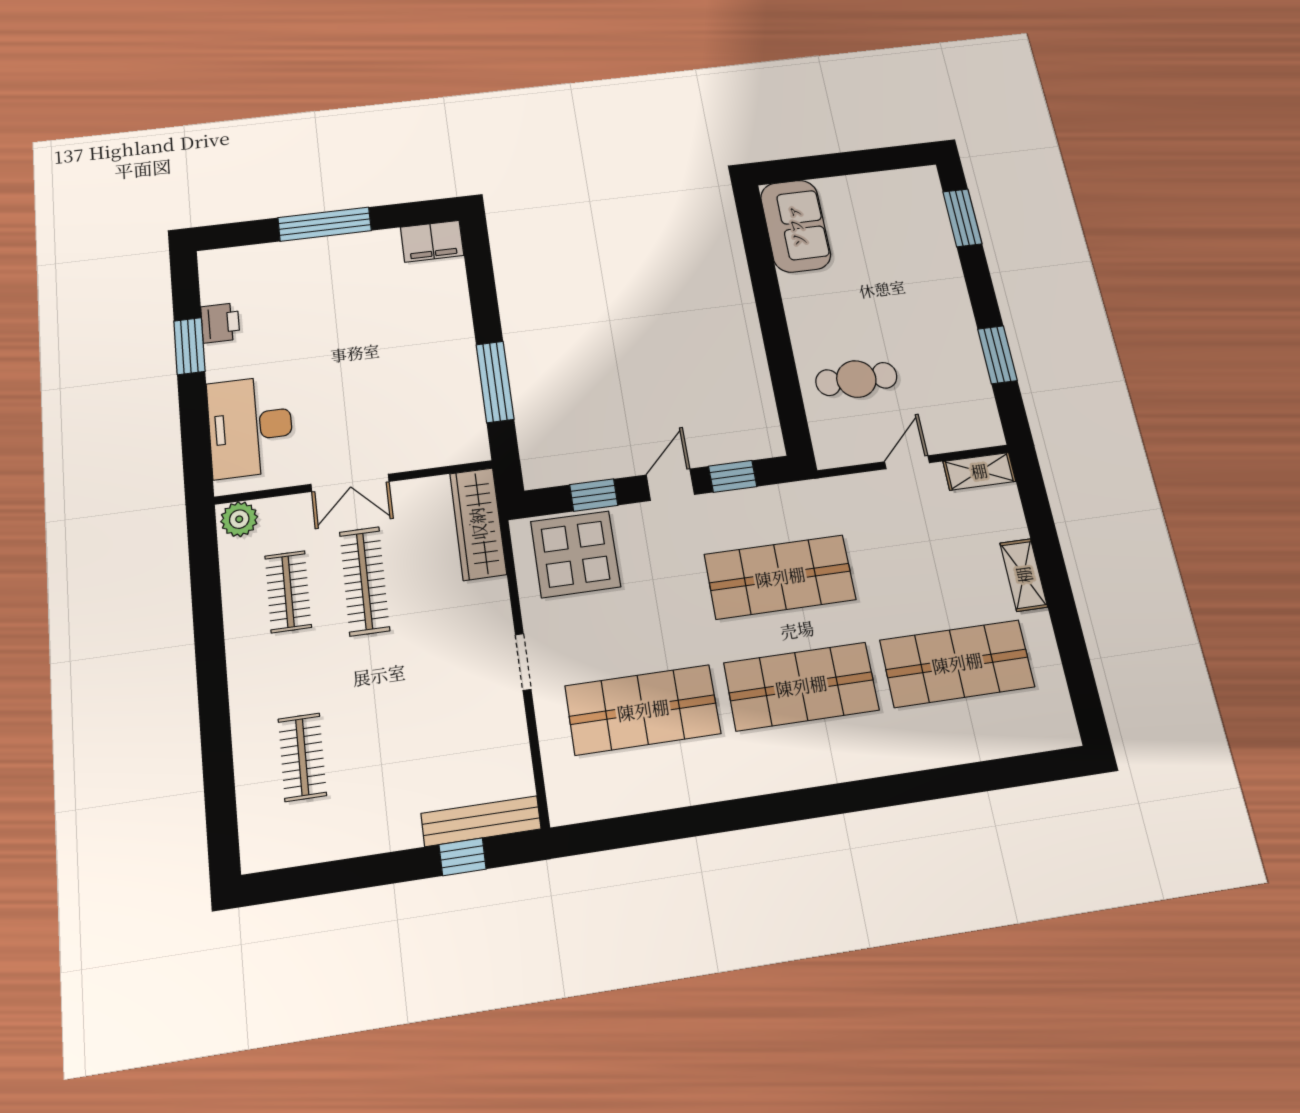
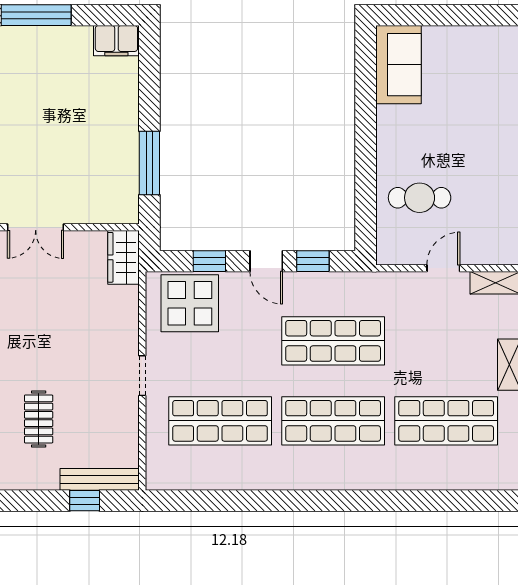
door: (670, 485) -> (266, 261), swing flipped
wardrobe: (478, 524) -> (124, 257), width x0.67
clothes rail: (365, 581) -> (39, 419), moved, width x0.73

